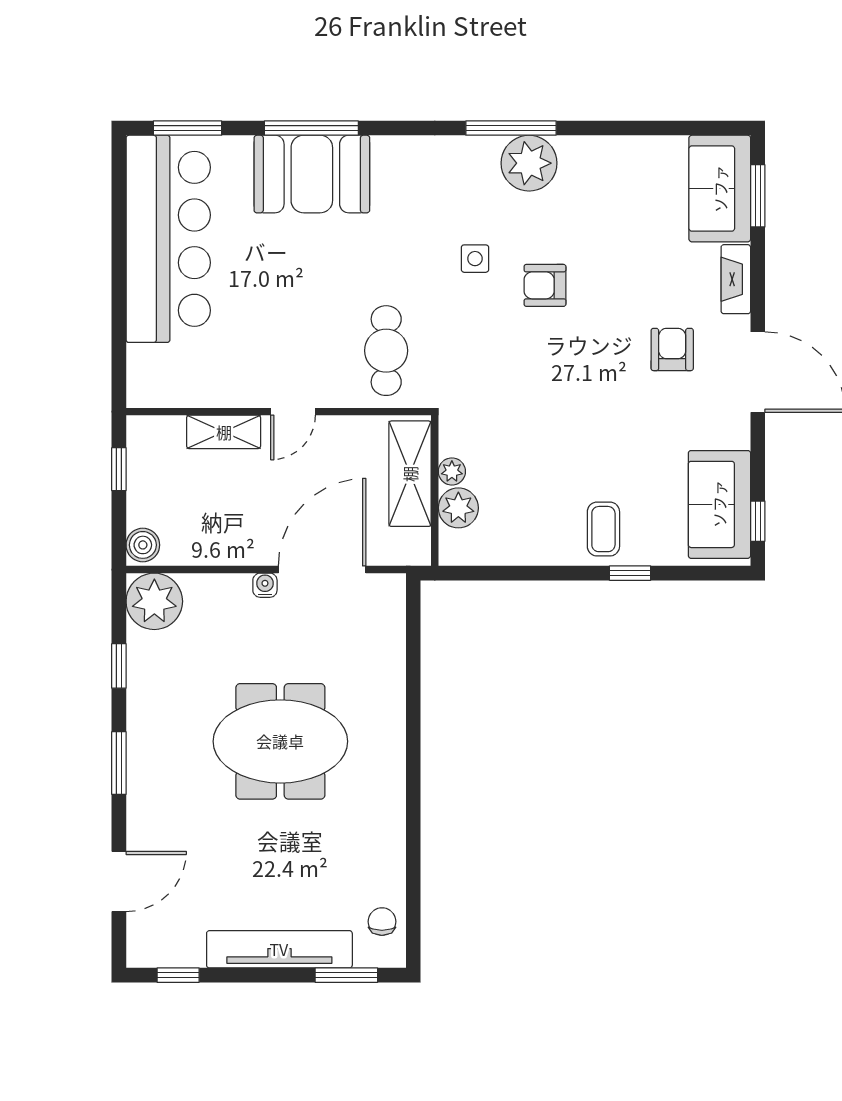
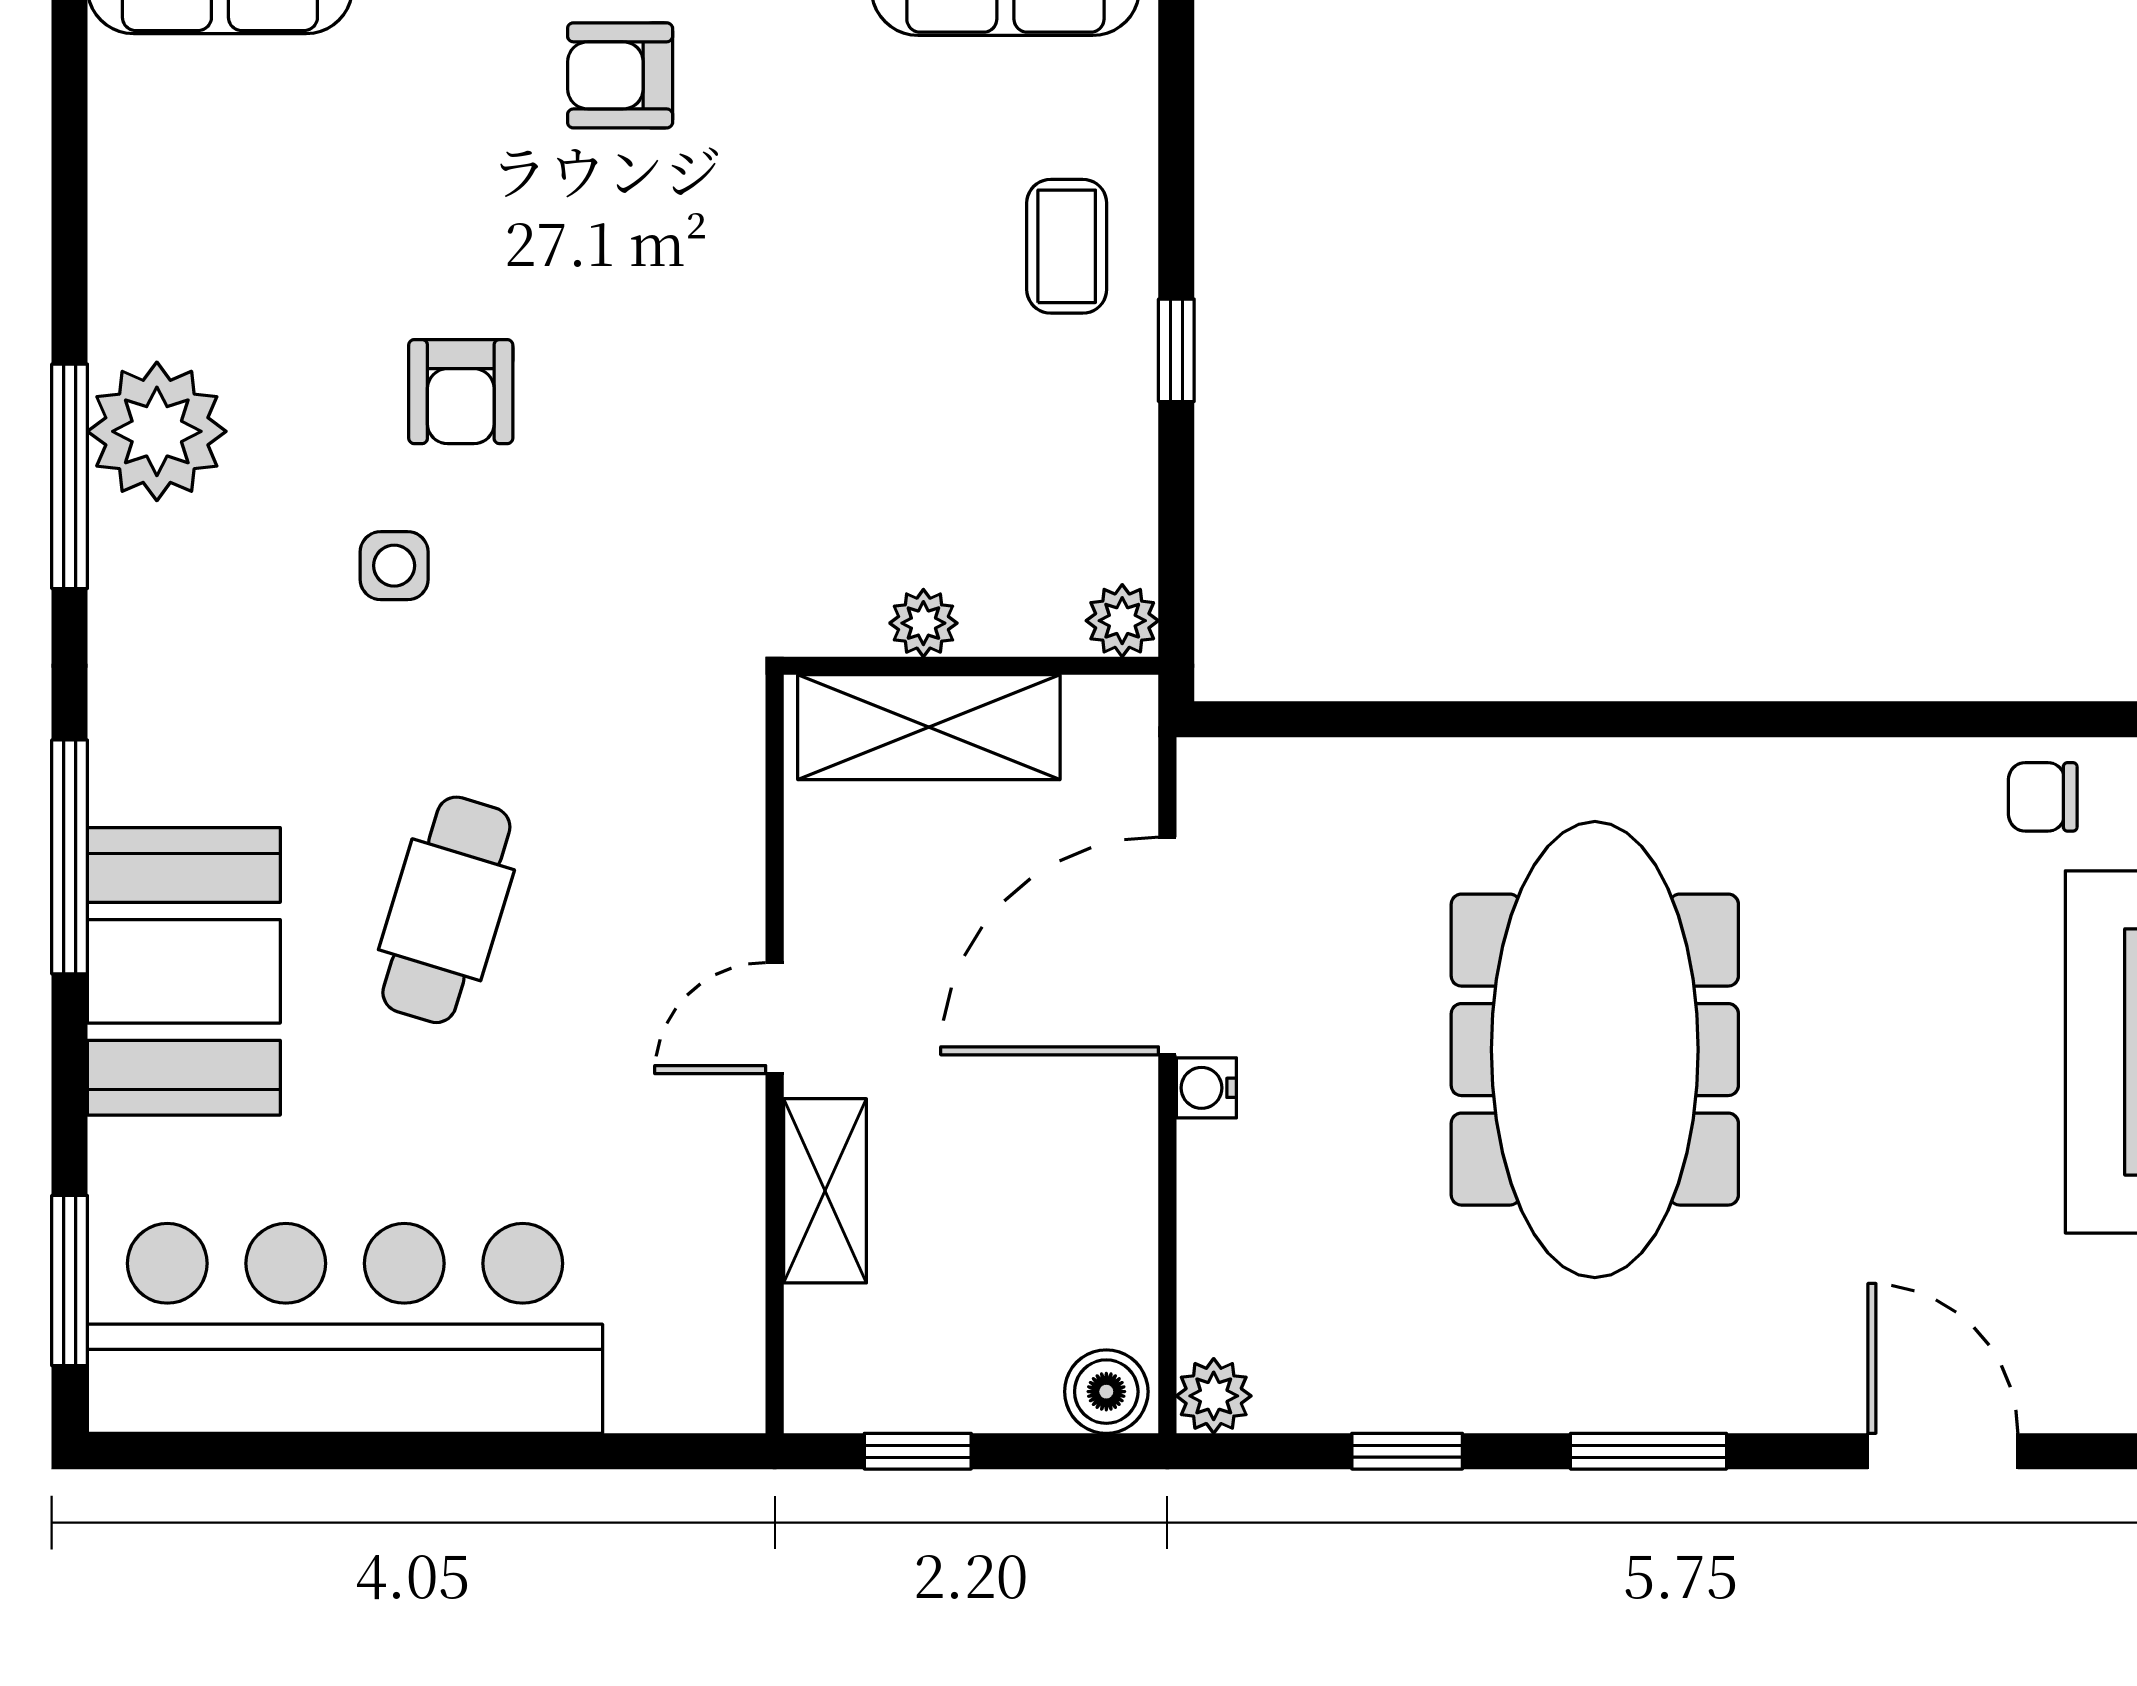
window: (311, 128) -> (70, 857), moved
cafe table: (386, 351) -> (446, 910), moved, turned -73
door: (293, 412) -> (775, 1018), swing flipped
plant: (458, 508) -> (1122, 621), moved, width x0.73, depth x0.73
coffee table: (603, 529) -> (1067, 246), turned 90
door: (322, 570) -> (1167, 946), hinge flipped
window: (630, 573) -> (1176, 350), moved
plant: (154, 601) -> (1214, 1396), width x0.53, depth x0.53
meeting table: (280, 741) -> (1595, 1050), width x1.36

